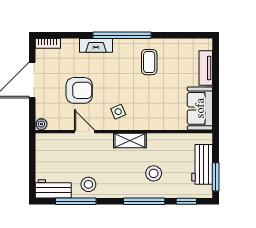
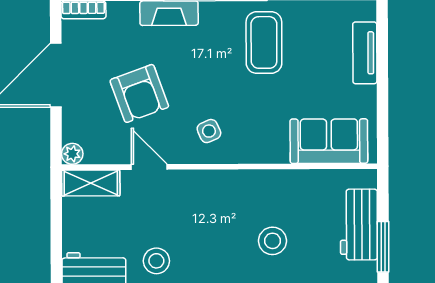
coffee table: (149, 62) -> (264, 42), width x1.36, depth x1.30
armchair: (79, 90) -> (139, 93), turned 70
sofa: (200, 108) -> (329, 141), moved, turned 90
shelving: (130, 141) -> (91, 183), moved

